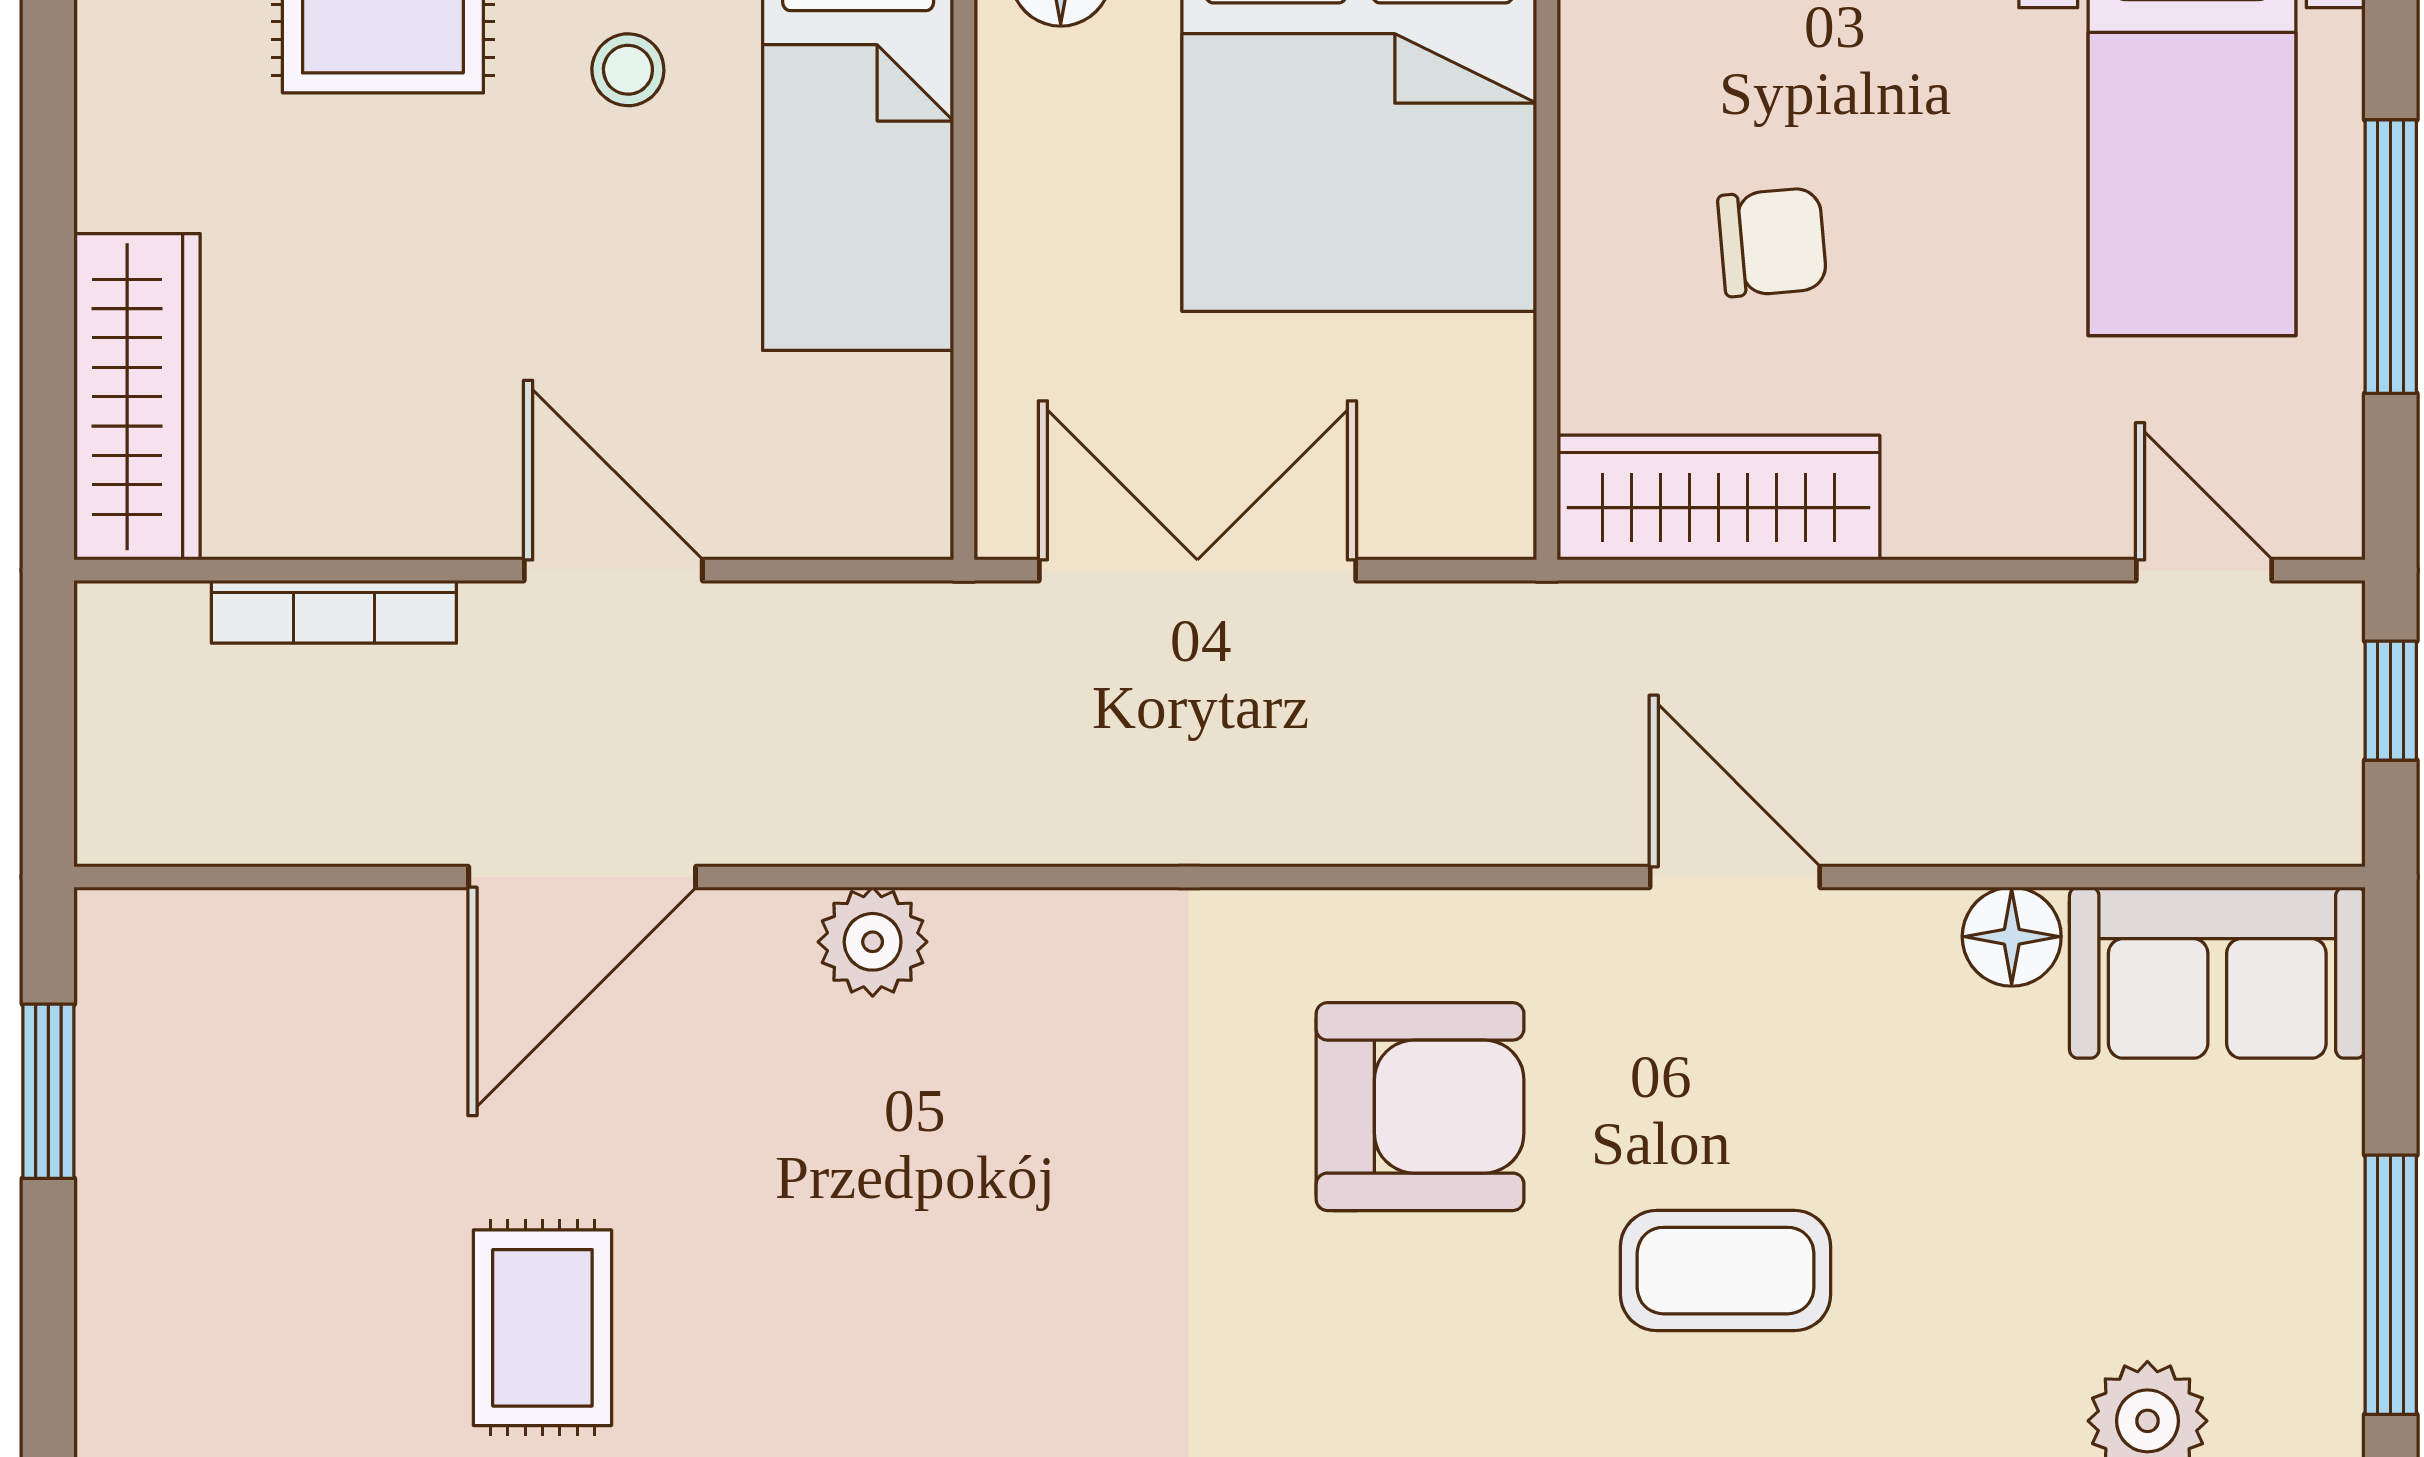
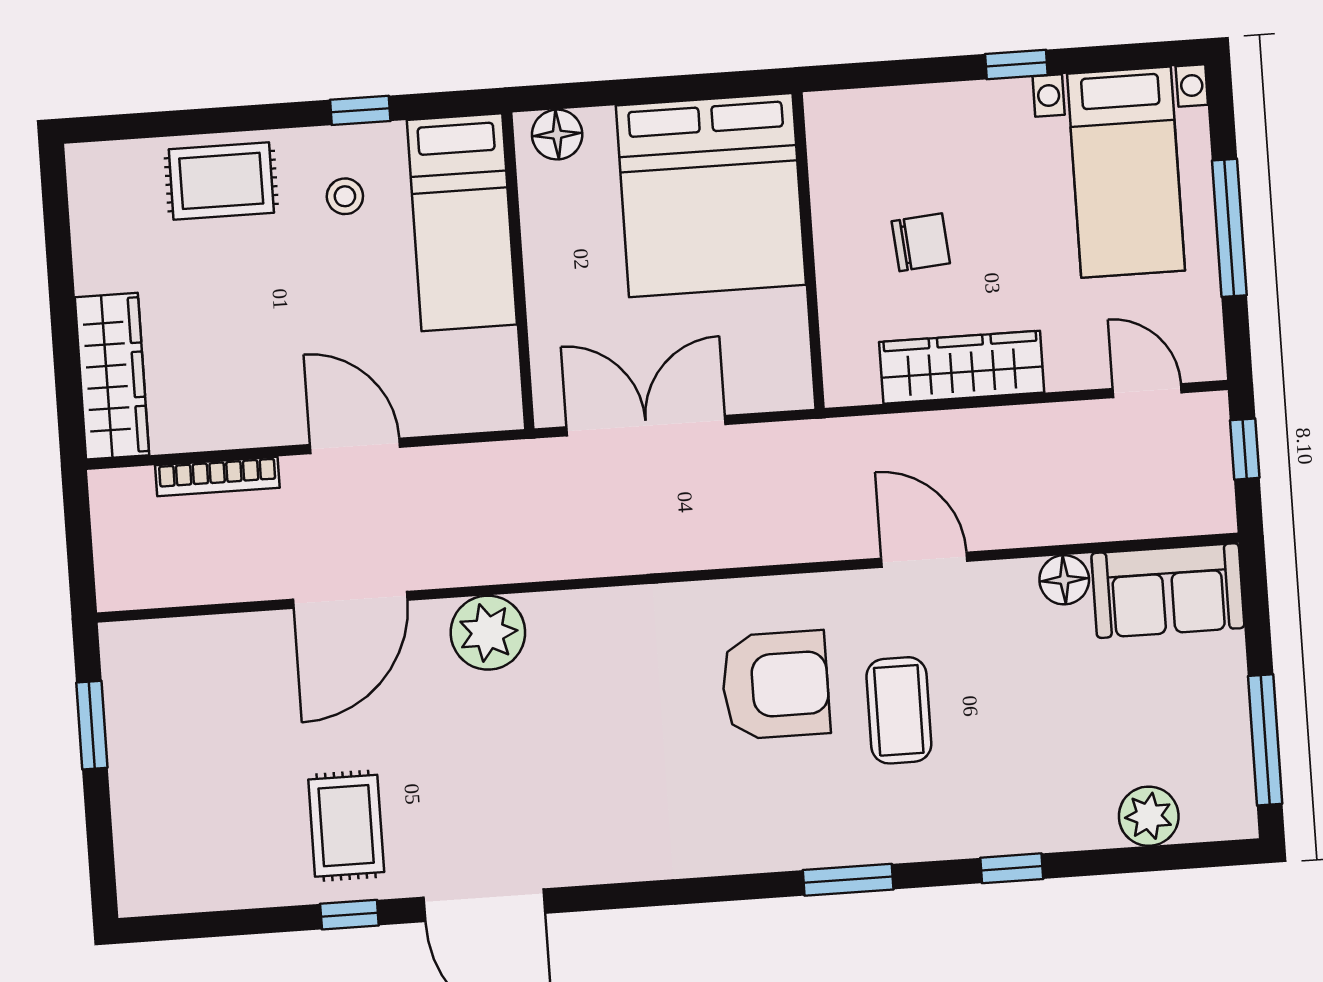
wardrobe: (1718, 498) -> (962, 367), moved
plant: (873, 942) -> (488, 633), width x1.36, depth x1.36
coffee table: (1726, 1271) -> (899, 710), moved, turned 90

